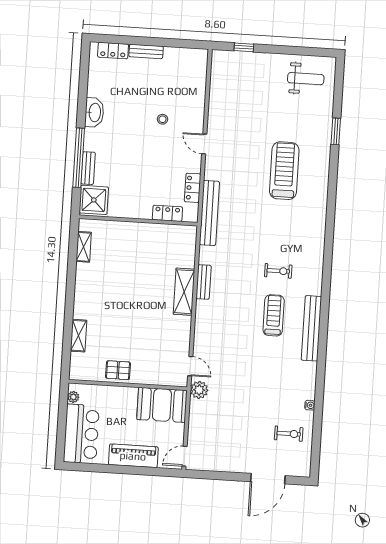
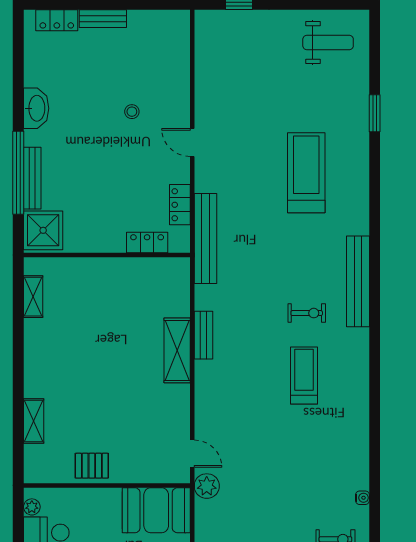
bench: (88, 168) -> (32, 178), width x1.36
bench: (311, 328) -> (358, 281), moved

